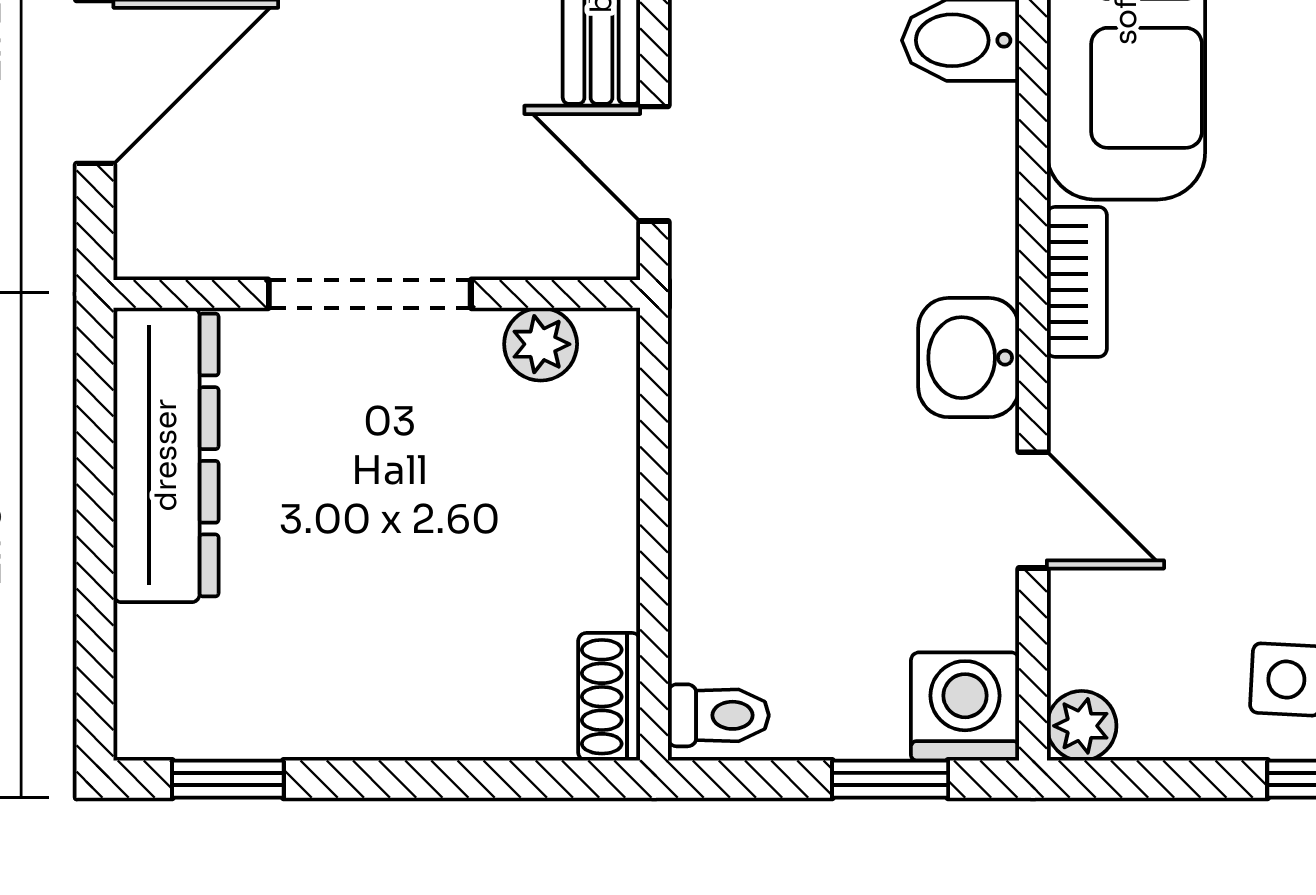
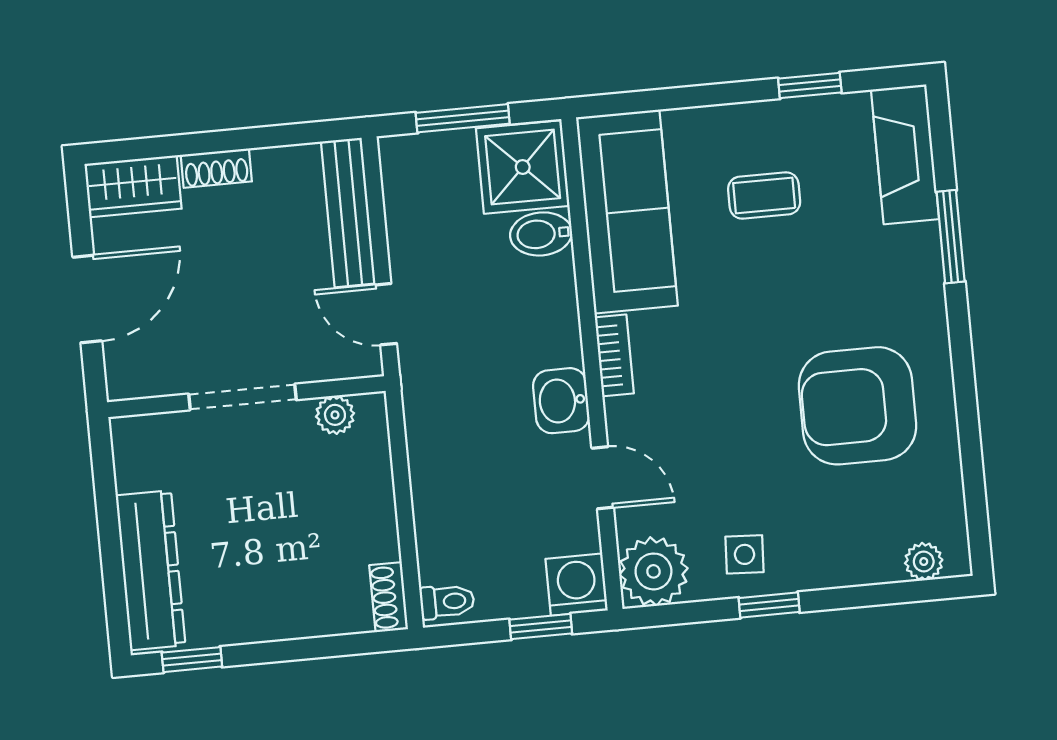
dresser: (166, 455) -> (151, 570), moved
plant: (1082, 726) -> (653, 571), width x1.88, depth x1.88

